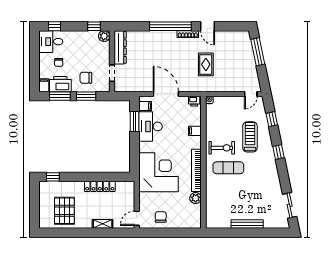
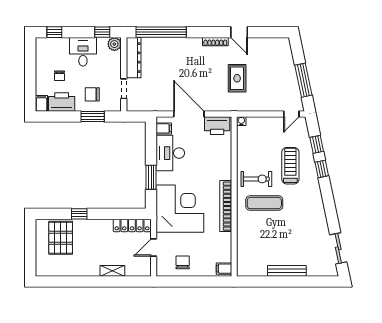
window: (170, 26) -> (161, 32), moved
desk: (51, 42) -> (83, 52), moved, turned 90
window: (258, 52) -> (303, 80), moved
window: (60, 96) -> (61, 117), removed
printer: (194, 101) -> (217, 126), width x1.87, depth x1.48
window: (135, 122) -> (151, 177), moved
filing cabinet: (195, 131) -> (224, 269), moved
window: (279, 152) -> (322, 169), moved
window: (53, 177) -> (79, 214), moved
locker: (100, 186) -> (132, 225), moved
plant: (196, 198) -> (225, 240), removed
pallet: (64, 211) -> (61, 238), moved
door: (137, 218) -> (154, 248), moved

